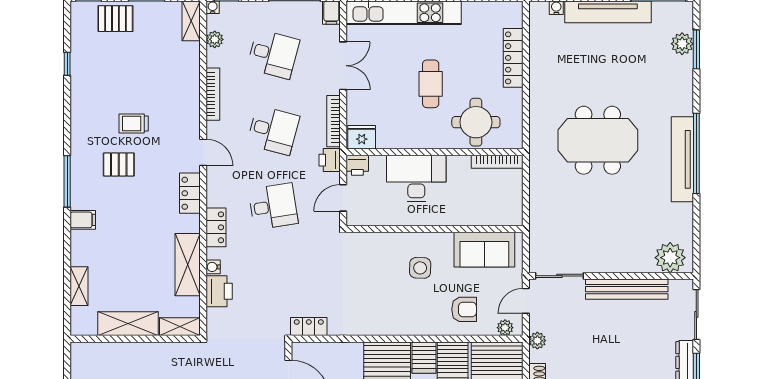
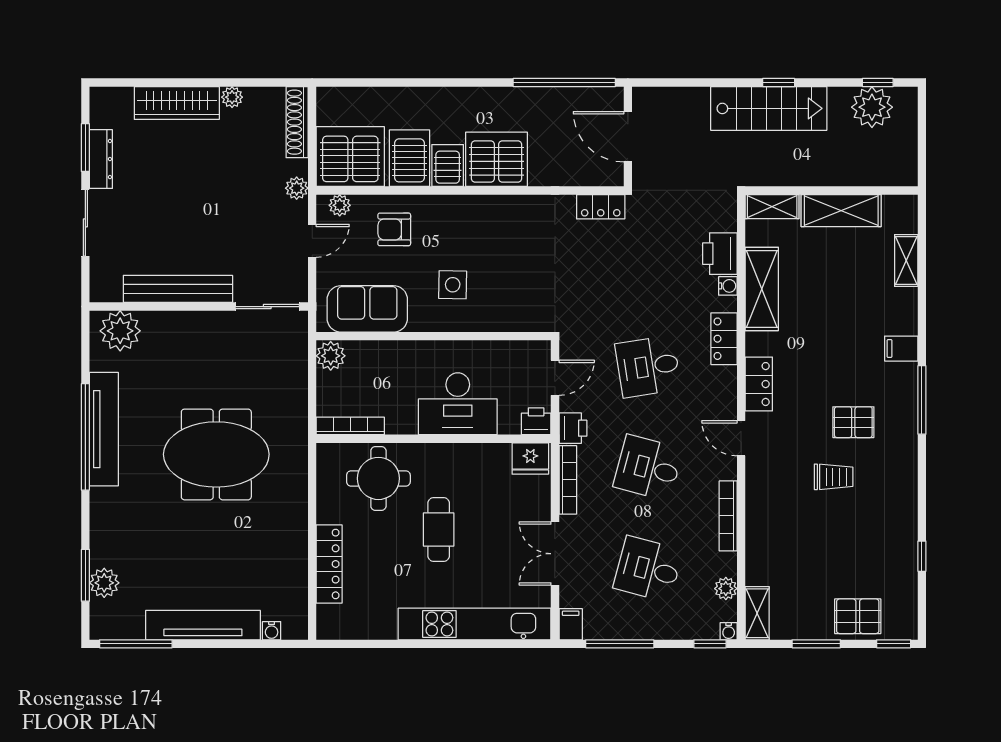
plant: (512, 214) -> (331, 356), added
plant: (670, 258) -> (120, 331), moved
sliding door: (560, 276) -> (267, 307), moved
wall: (611, 276) -> (199, 307), moved
bench: (627, 289) -> (178, 289), moved

